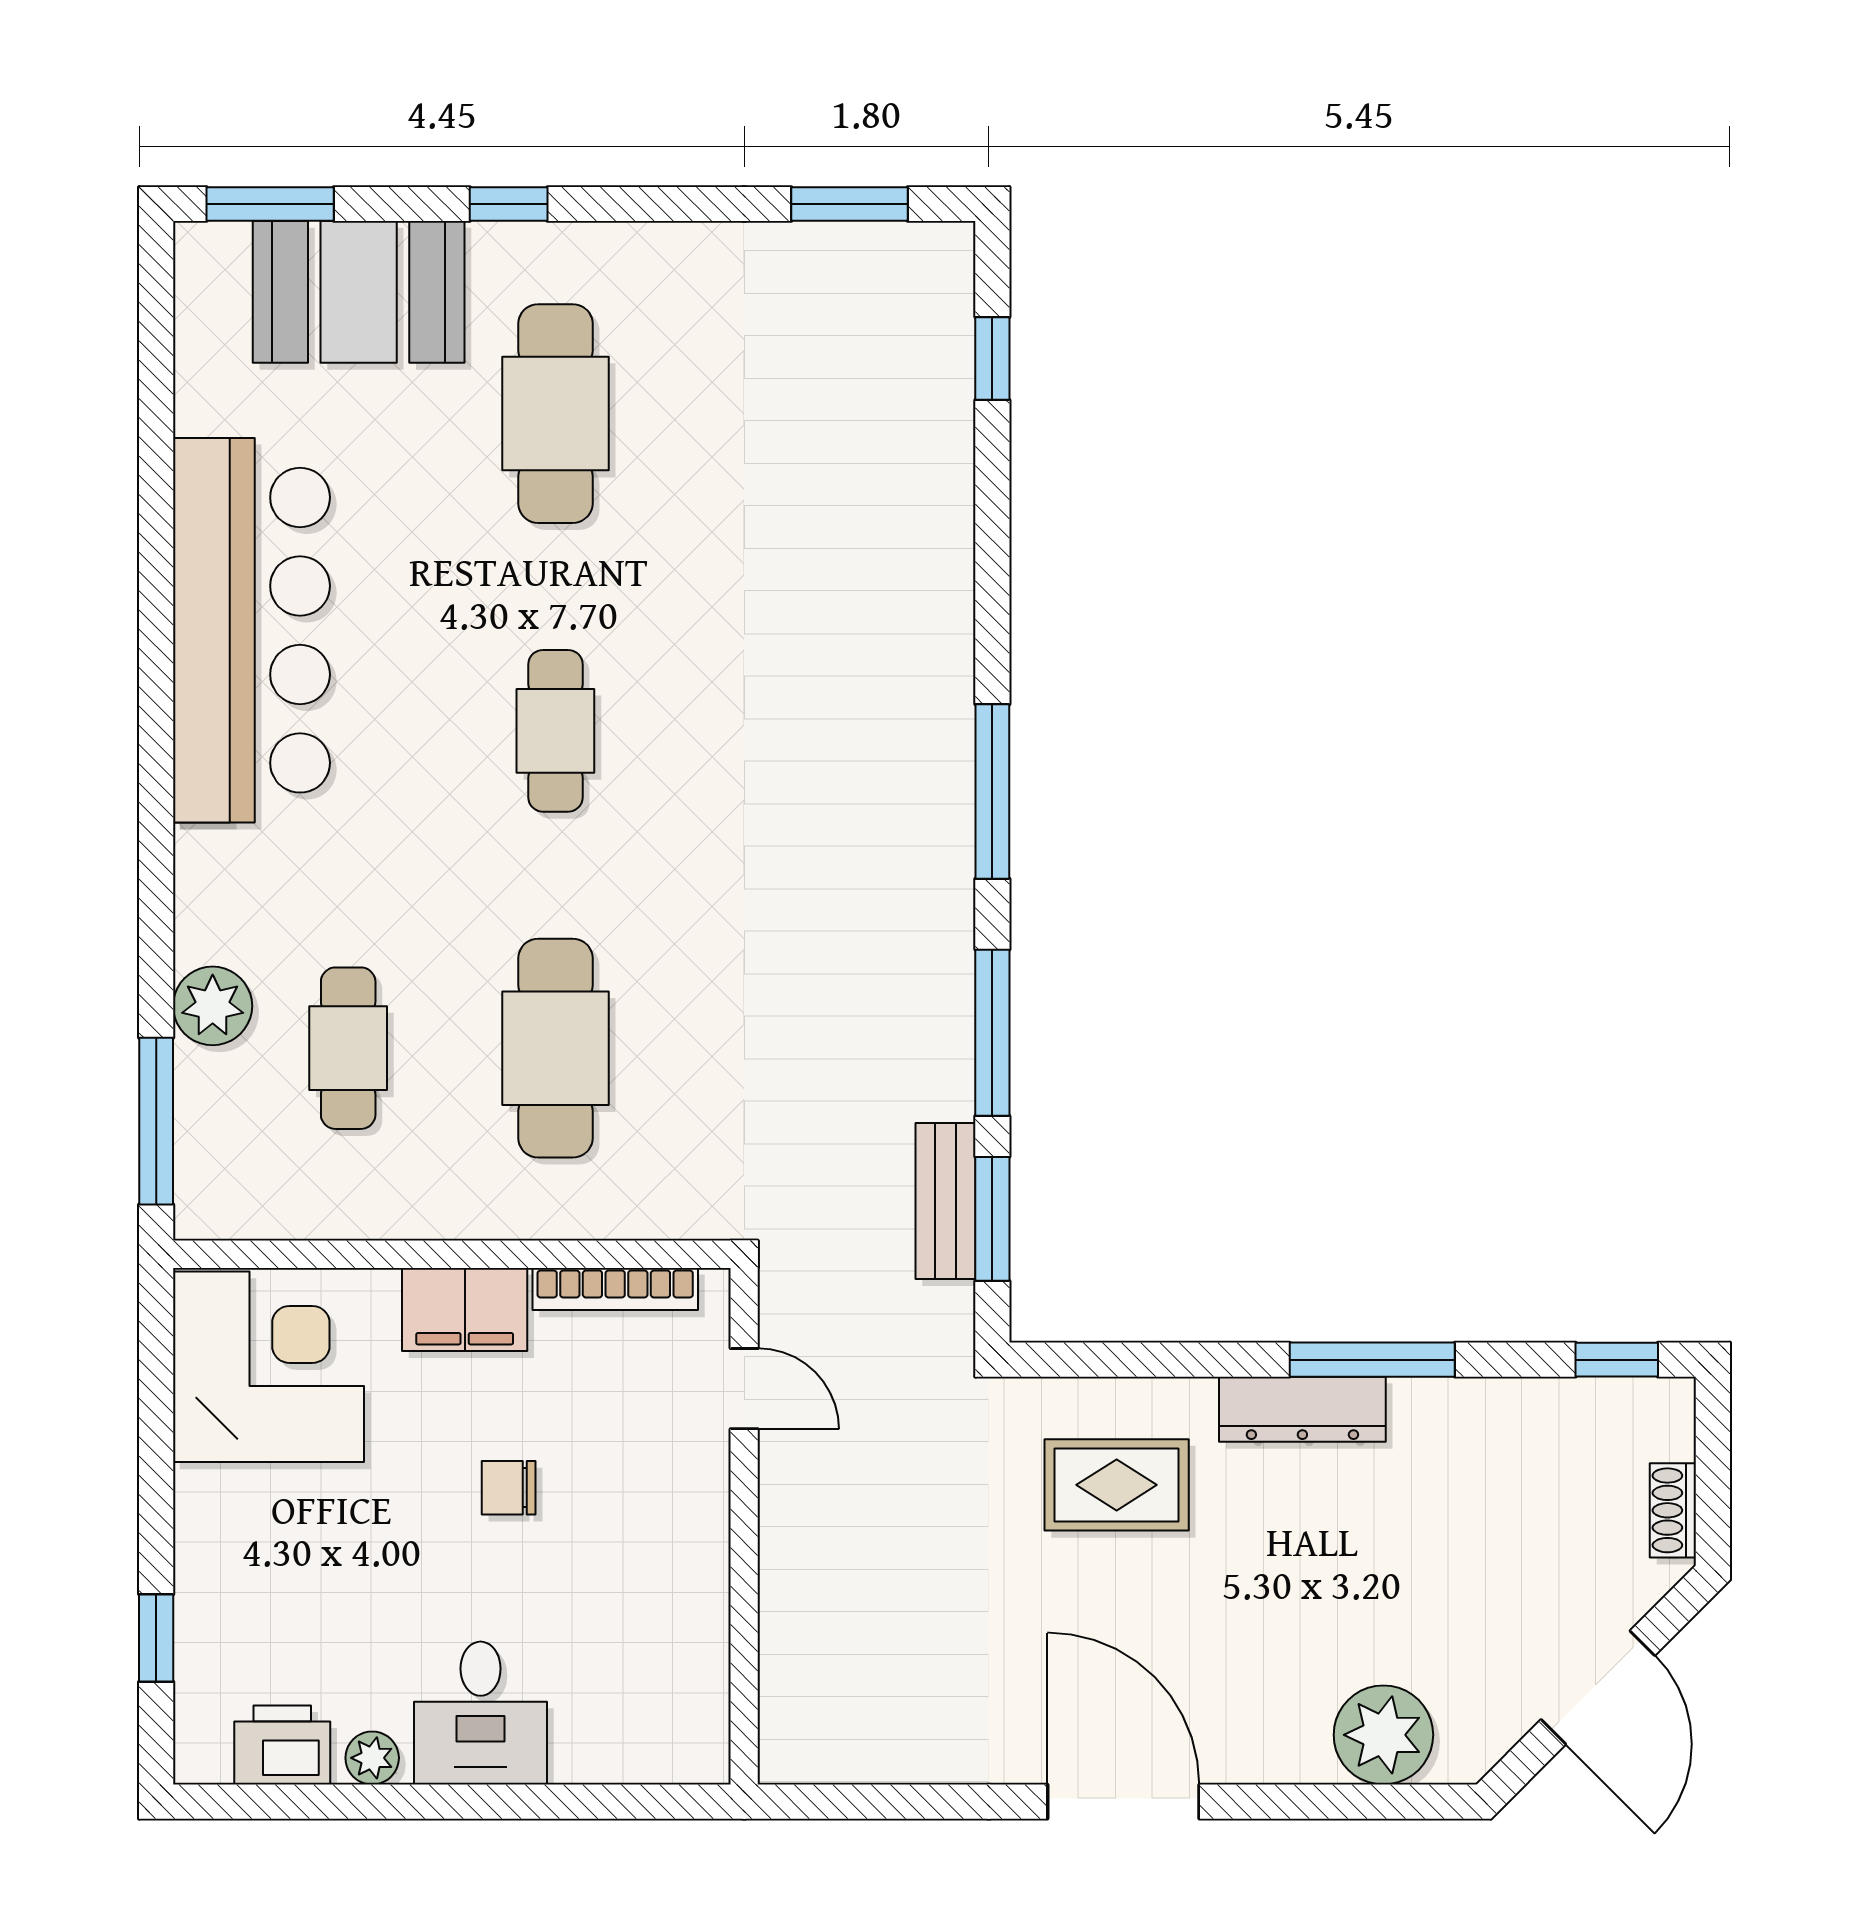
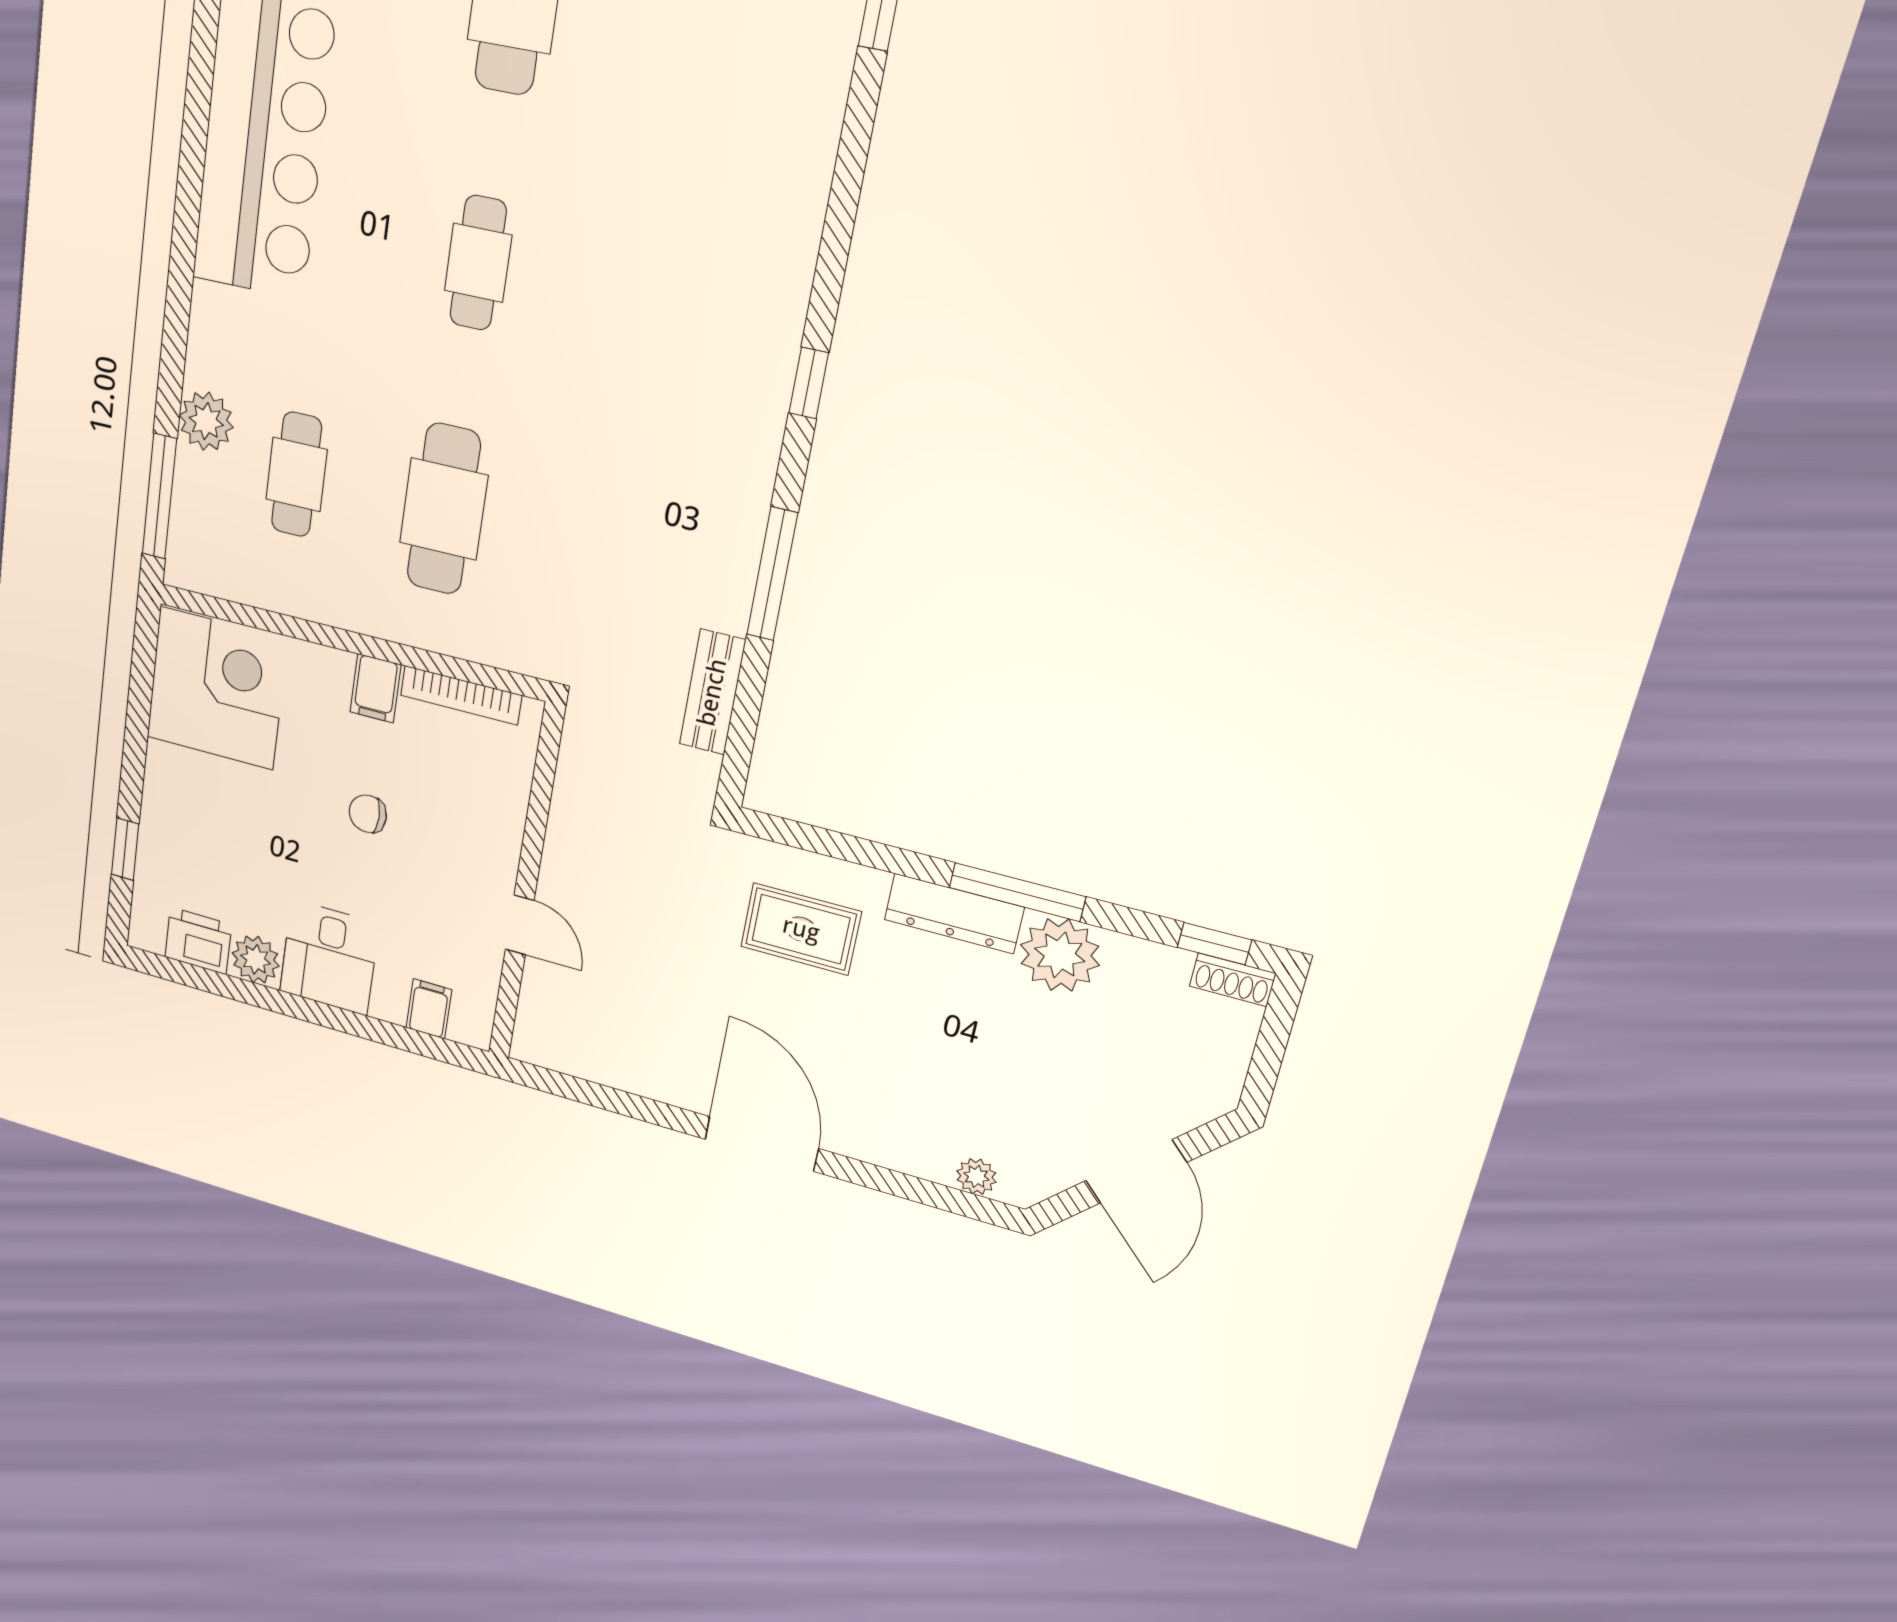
window: (992, 791) -> (809, 383), width x0.46
window: (992, 1219) -> (745, 714), removed
filing cabinet: (465, 1310) -> (376, 688), width x0.50
door: (744, 1389) -> (520, 925), moved
plant: (1441, 1427) -> (1060, 955), added
shoe rack: (1673, 1510) -> (1233, 980), moved, turned -90
plant: (1383, 1735) -> (976, 1176), width x0.53, depth x0.53
filing cabinet: (635, 1746) -> (429, 1009), added
plant: (372, 1758) -> (256, 959), width x1.38, depth x1.38

